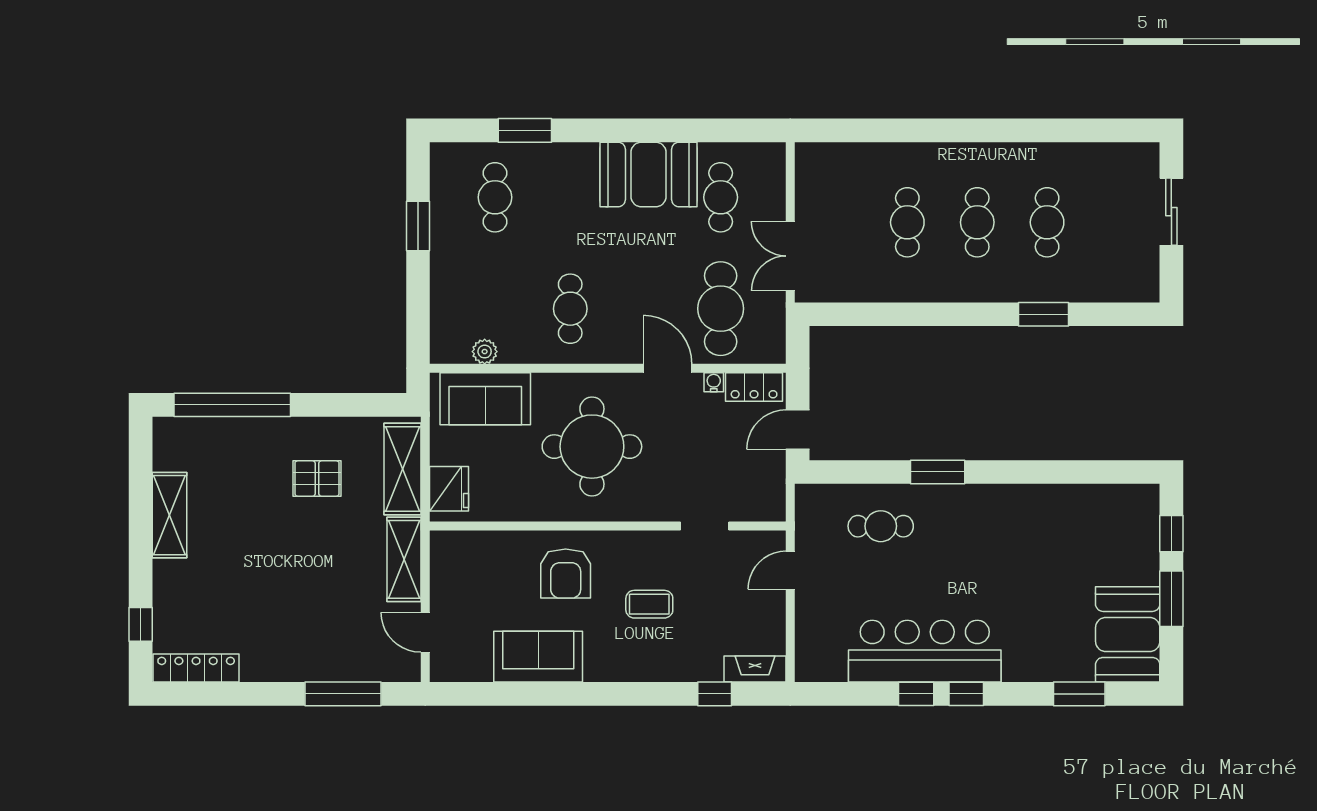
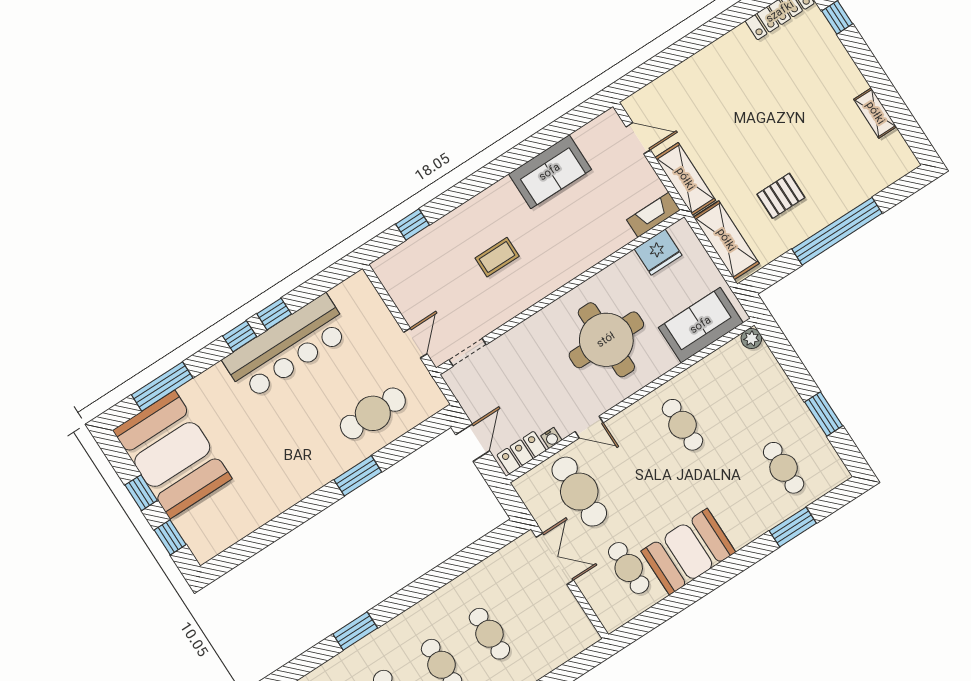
plant: (485, 352) -> (751, 338), moved
door: (668, 368) -> (589, 427), width x0.73
window: (232, 405) -> (837, 231), moved
fridge: (449, 489) -> (658, 252), moved, turned -90
shelving: (169, 515) -> (875, 113), width x0.67, depth x0.75
doorway: (705, 526) -> (468, 352), moved
cafe table: (881, 526) -> (373, 413), width x1.37, depth x1.35
armchair: (566, 573) -> (568, 241), removed
window: (1171, 599) -> (141, 493), width x0.67
booth: (1128, 634) -> (172, 455), width x1.36, depth x1.42
fireplace: (755, 669) -> (653, 215), moved, turned 180
window: (343, 694) -> (667, 59), removed
window: (1079, 694) -> (162, 386), width x1.44

